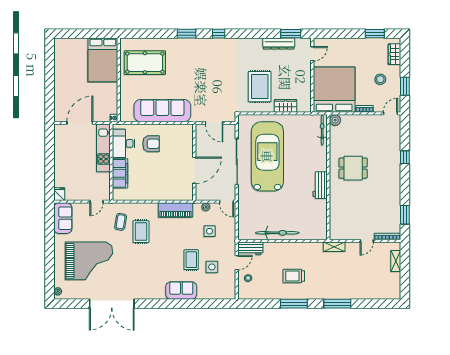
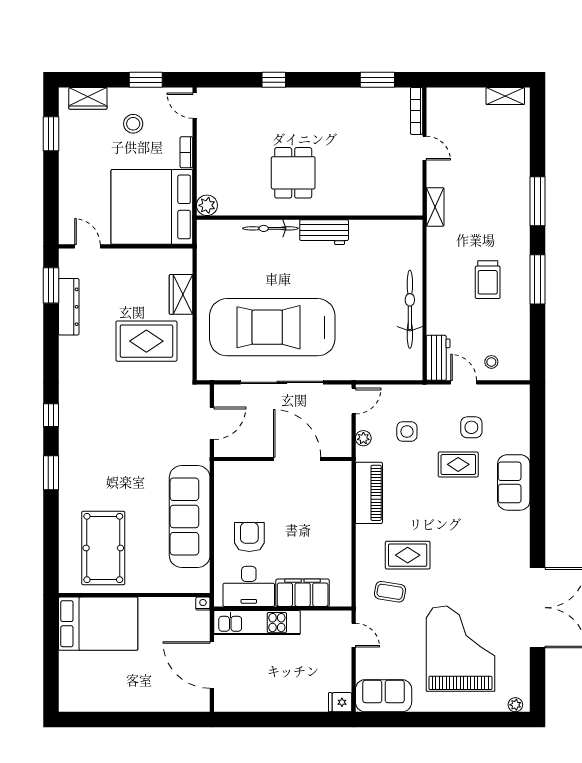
bicycle: (322, 130) -> (270, 228), moved
shelving: (396, 261) -> (505, 96), moved

